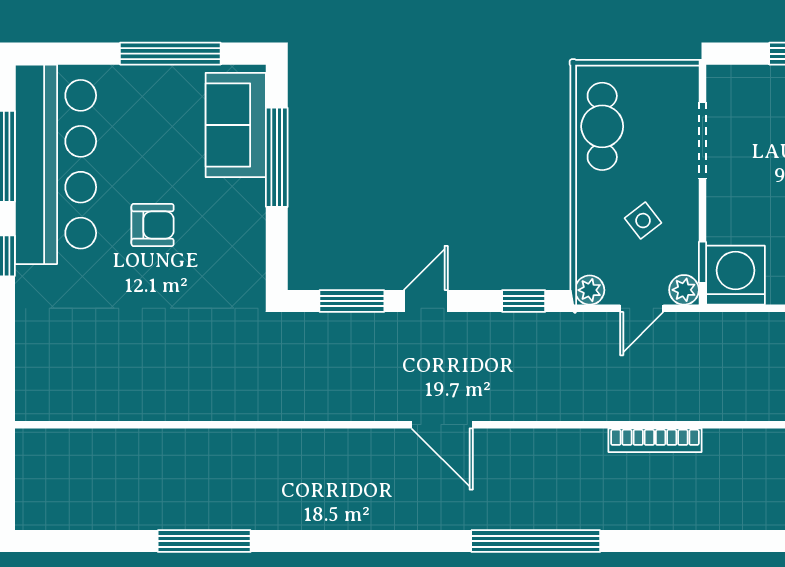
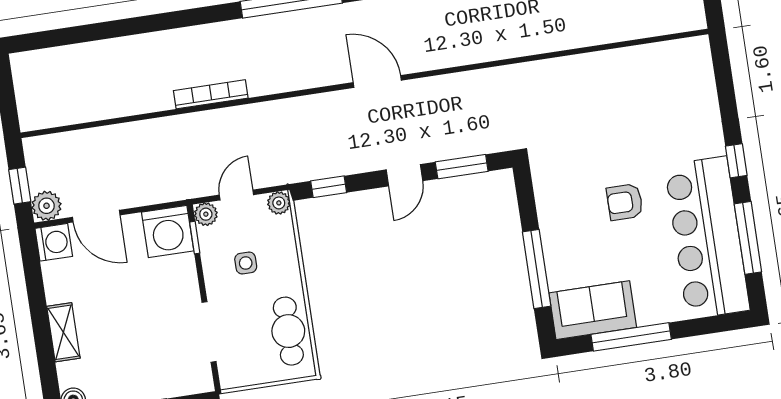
sofa: (236, 125) -> (593, 310), moved, turned -90
side table: (643, 221) -> (246, 263), turned 38

